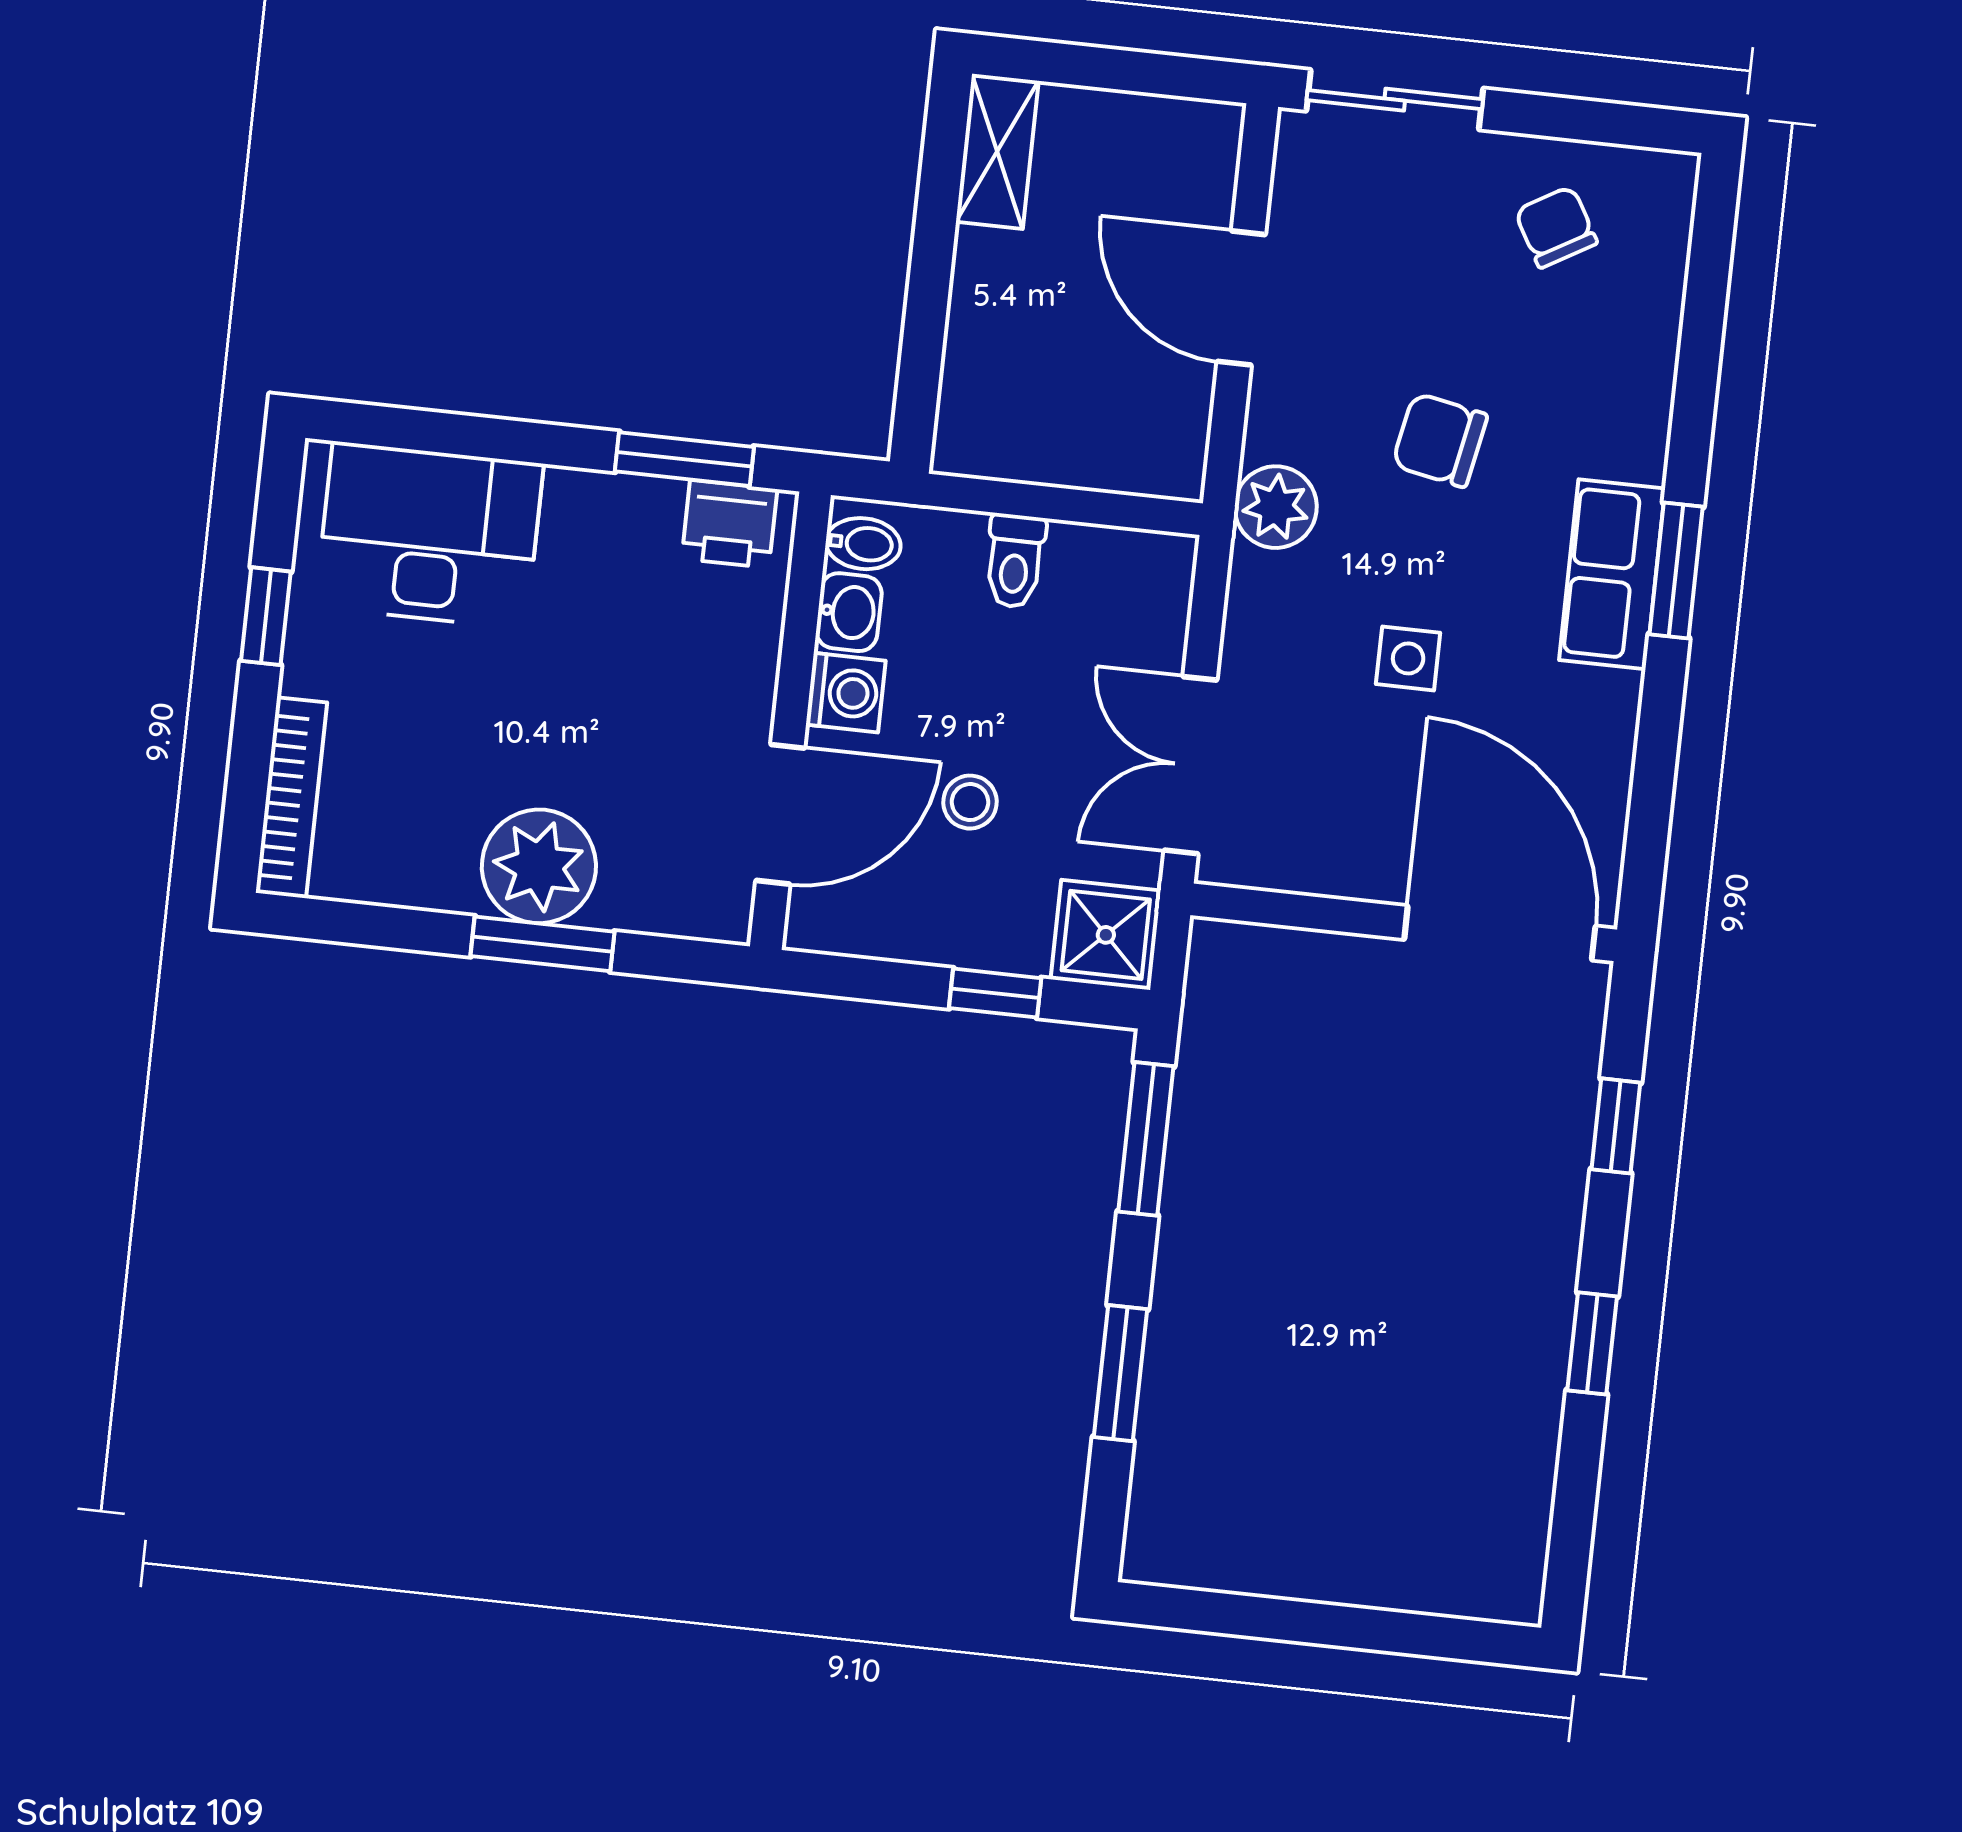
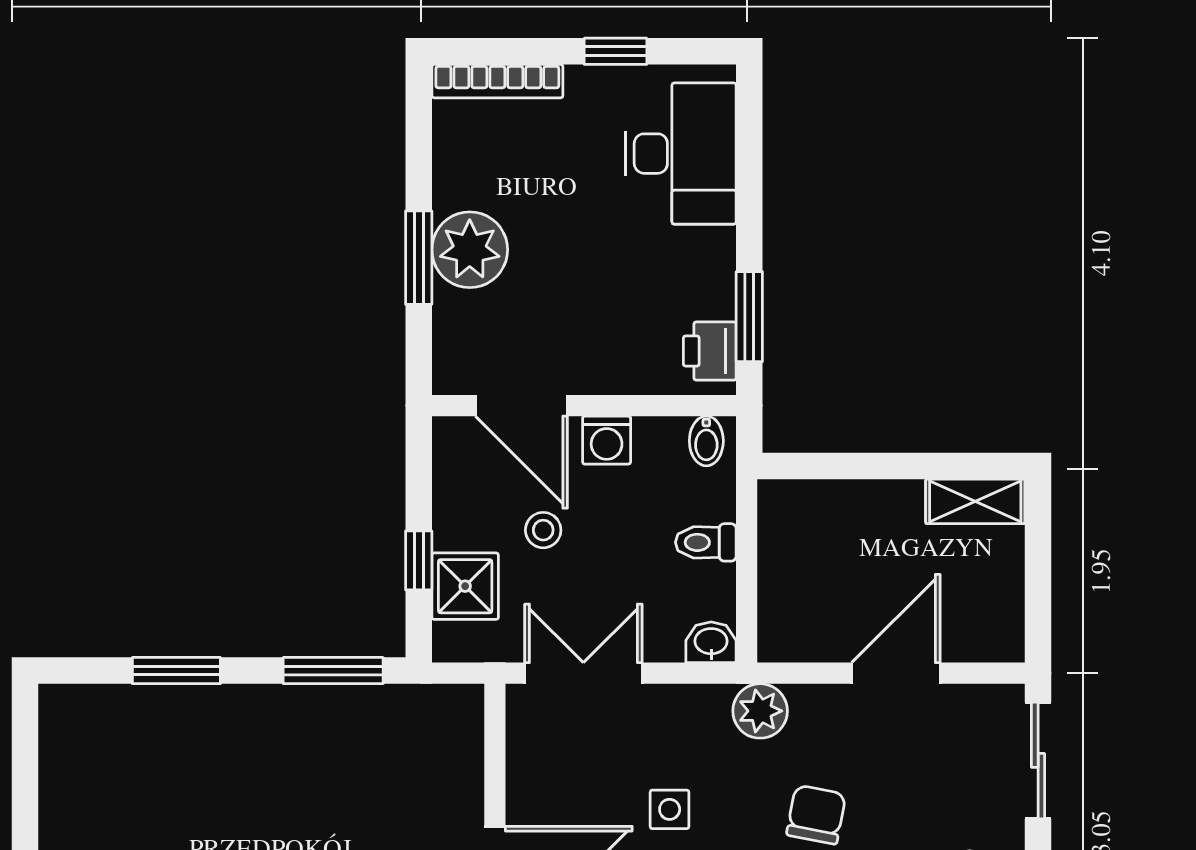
washbasin: (849, 612) -> (711, 642), moved, turned 180
shower: (1106, 935) -> (465, 586), moved

